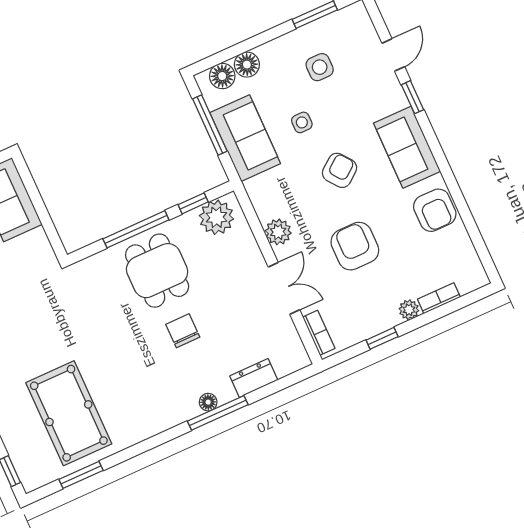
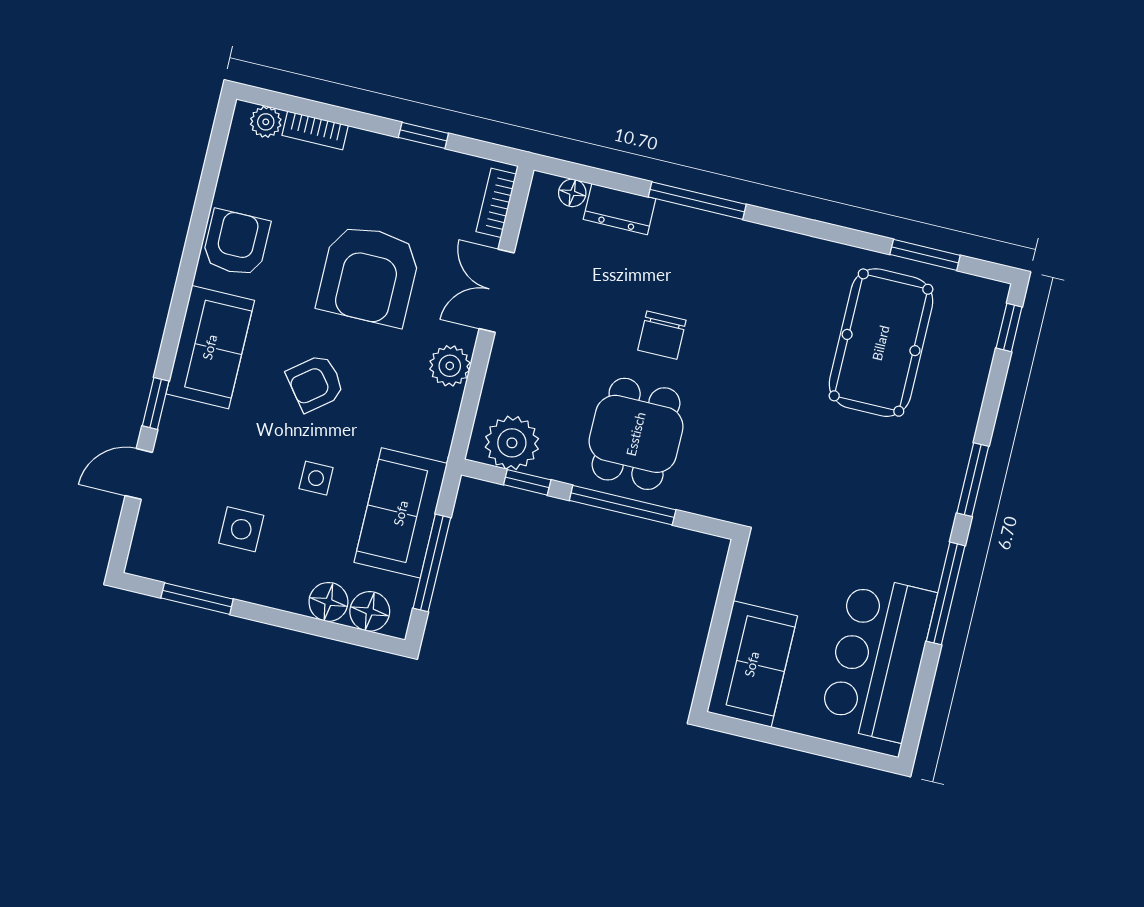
armchair: (355, 246) -> (369, 275), width x1.36, depth x1.36
plant: (409, 310) -> (266, 122), moved
floor lamp: (208, 402) -> (572, 193), moved

